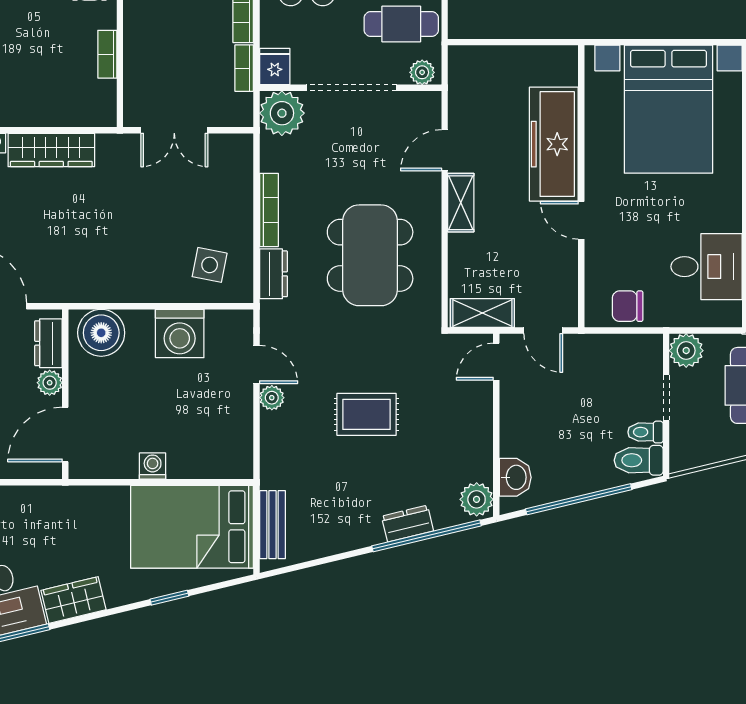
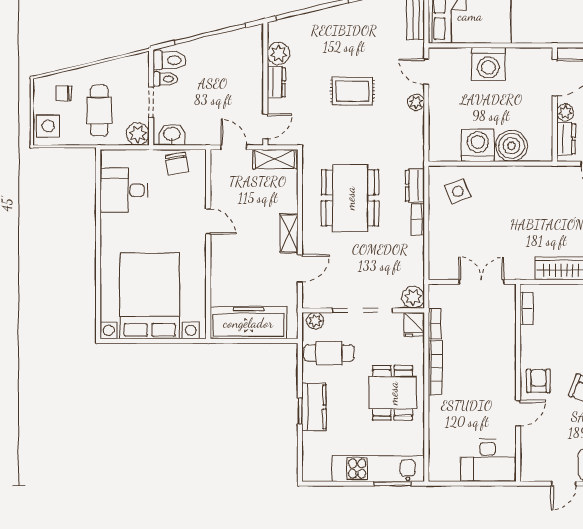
bookcase: (107, 54) -> (527, 308), moved
plant: (282, 113) -> (413, 297), width x0.73, depth x0.73
freezer: (554, 144) -> (248, 323), moved, turned -90
bookcase: (269, 210) -> (418, 219), width x0.64
side table: (210, 265) -> (458, 191), turned -34
chair: (628, 306) -> (177, 164), turned 80
boiler: (101, 333) -> (512, 146), moved
door: (256, 364) -> (426, 72), moved
washing machine: (153, 466) -> (488, 64), width x1.89, depth x1.89
washbasin: (515, 477) -> (172, 135), moved, turned 90
plant: (477, 499) -> (279, 54), moved
dresser: (408, 524) -> (276, 82), moved, turned -76

